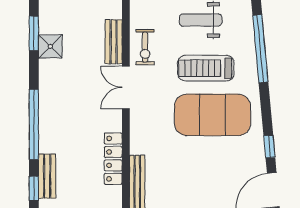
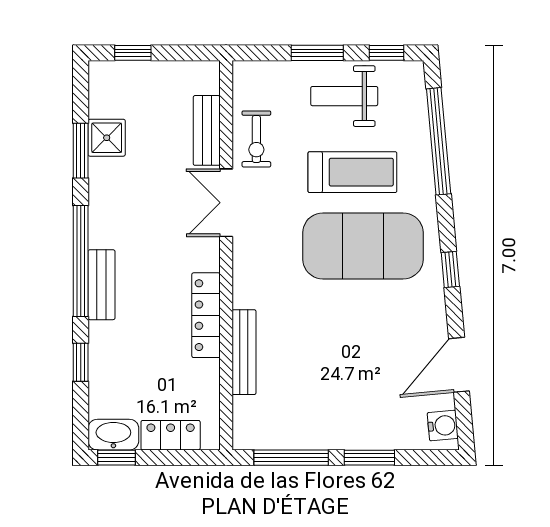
window: (34, 33) -> (81, 151), moved
treadmill: (206, 68) -> (352, 172), turned 180
window: (269, 147) -> (450, 269), moved
bench: (47, 176) -> (102, 285), moved

